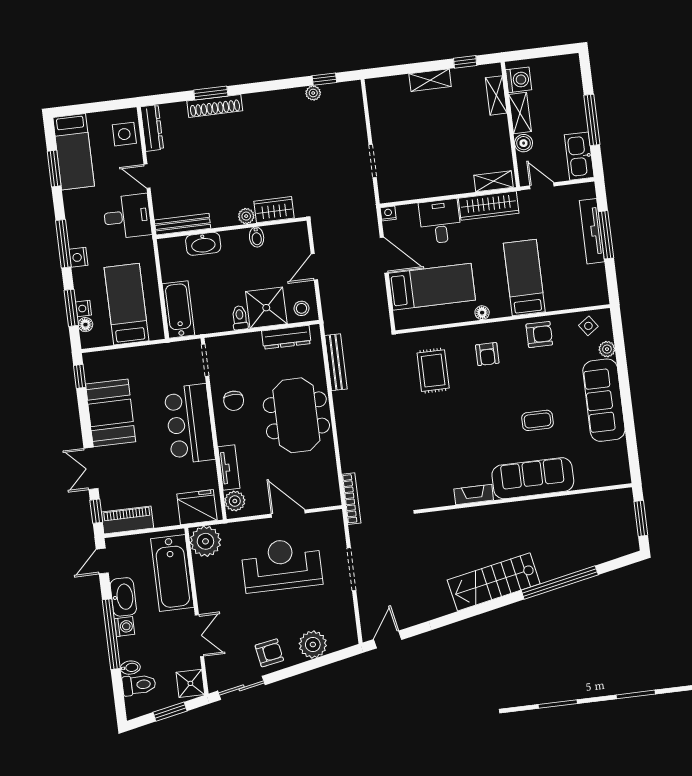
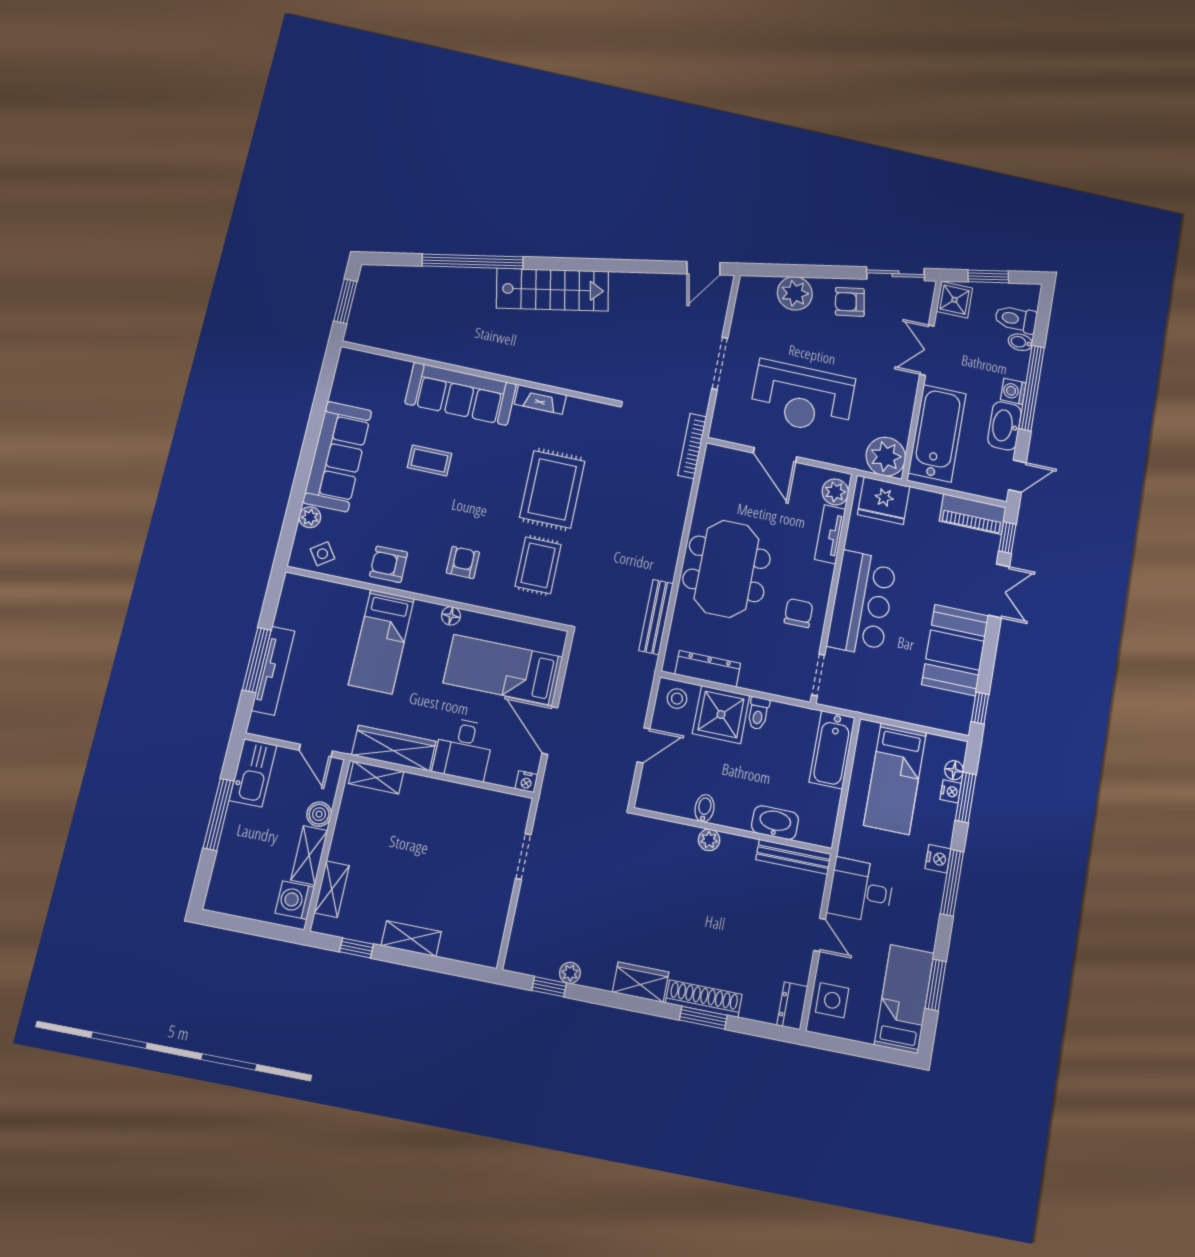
dresser: (152, 128) -> (792, 1006), width x0.70
wardrobe: (274, 210) -> (641, 982), moved, turned 180
rug: (442, 430) -> (552, 489), added

